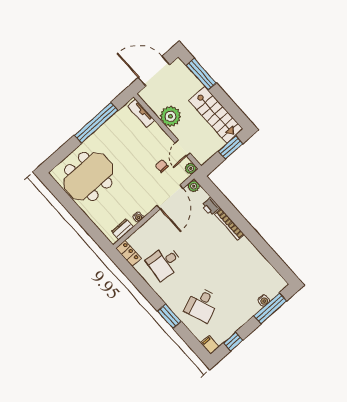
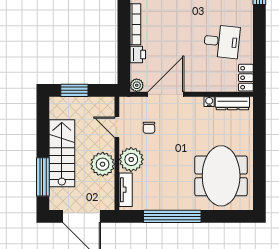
stairs: (216, 115) -> (62, 153), moved
door: (182, 148) -> (117, 127), swing flipped
plant: (191, 168) -> (131, 159), moved, width x1.87, depth x1.87
meeting table: (88, 176) -> (221, 176), turned 90
dresser: (122, 229) -> (232, 103), width x1.44

